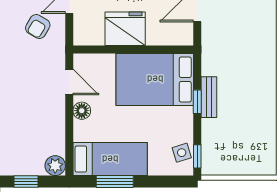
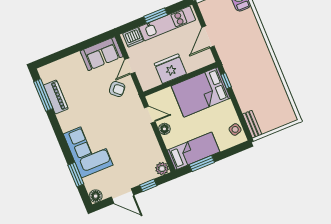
armchair: (38, 27) -> (117, 89), turned -80
bench: (209, 97) -> (252, 124), moved
window: (197, 102) -> (226, 81), moved
window: (197, 156) -> (245, 128), removed

